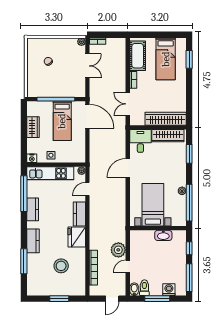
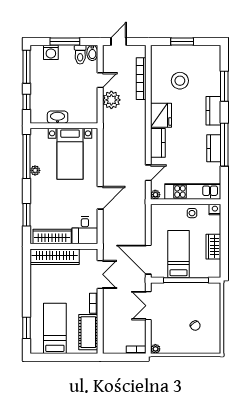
double door: (87, 66) -> (148, 306), moved
window: (24, 194) -> (224, 145), moved

